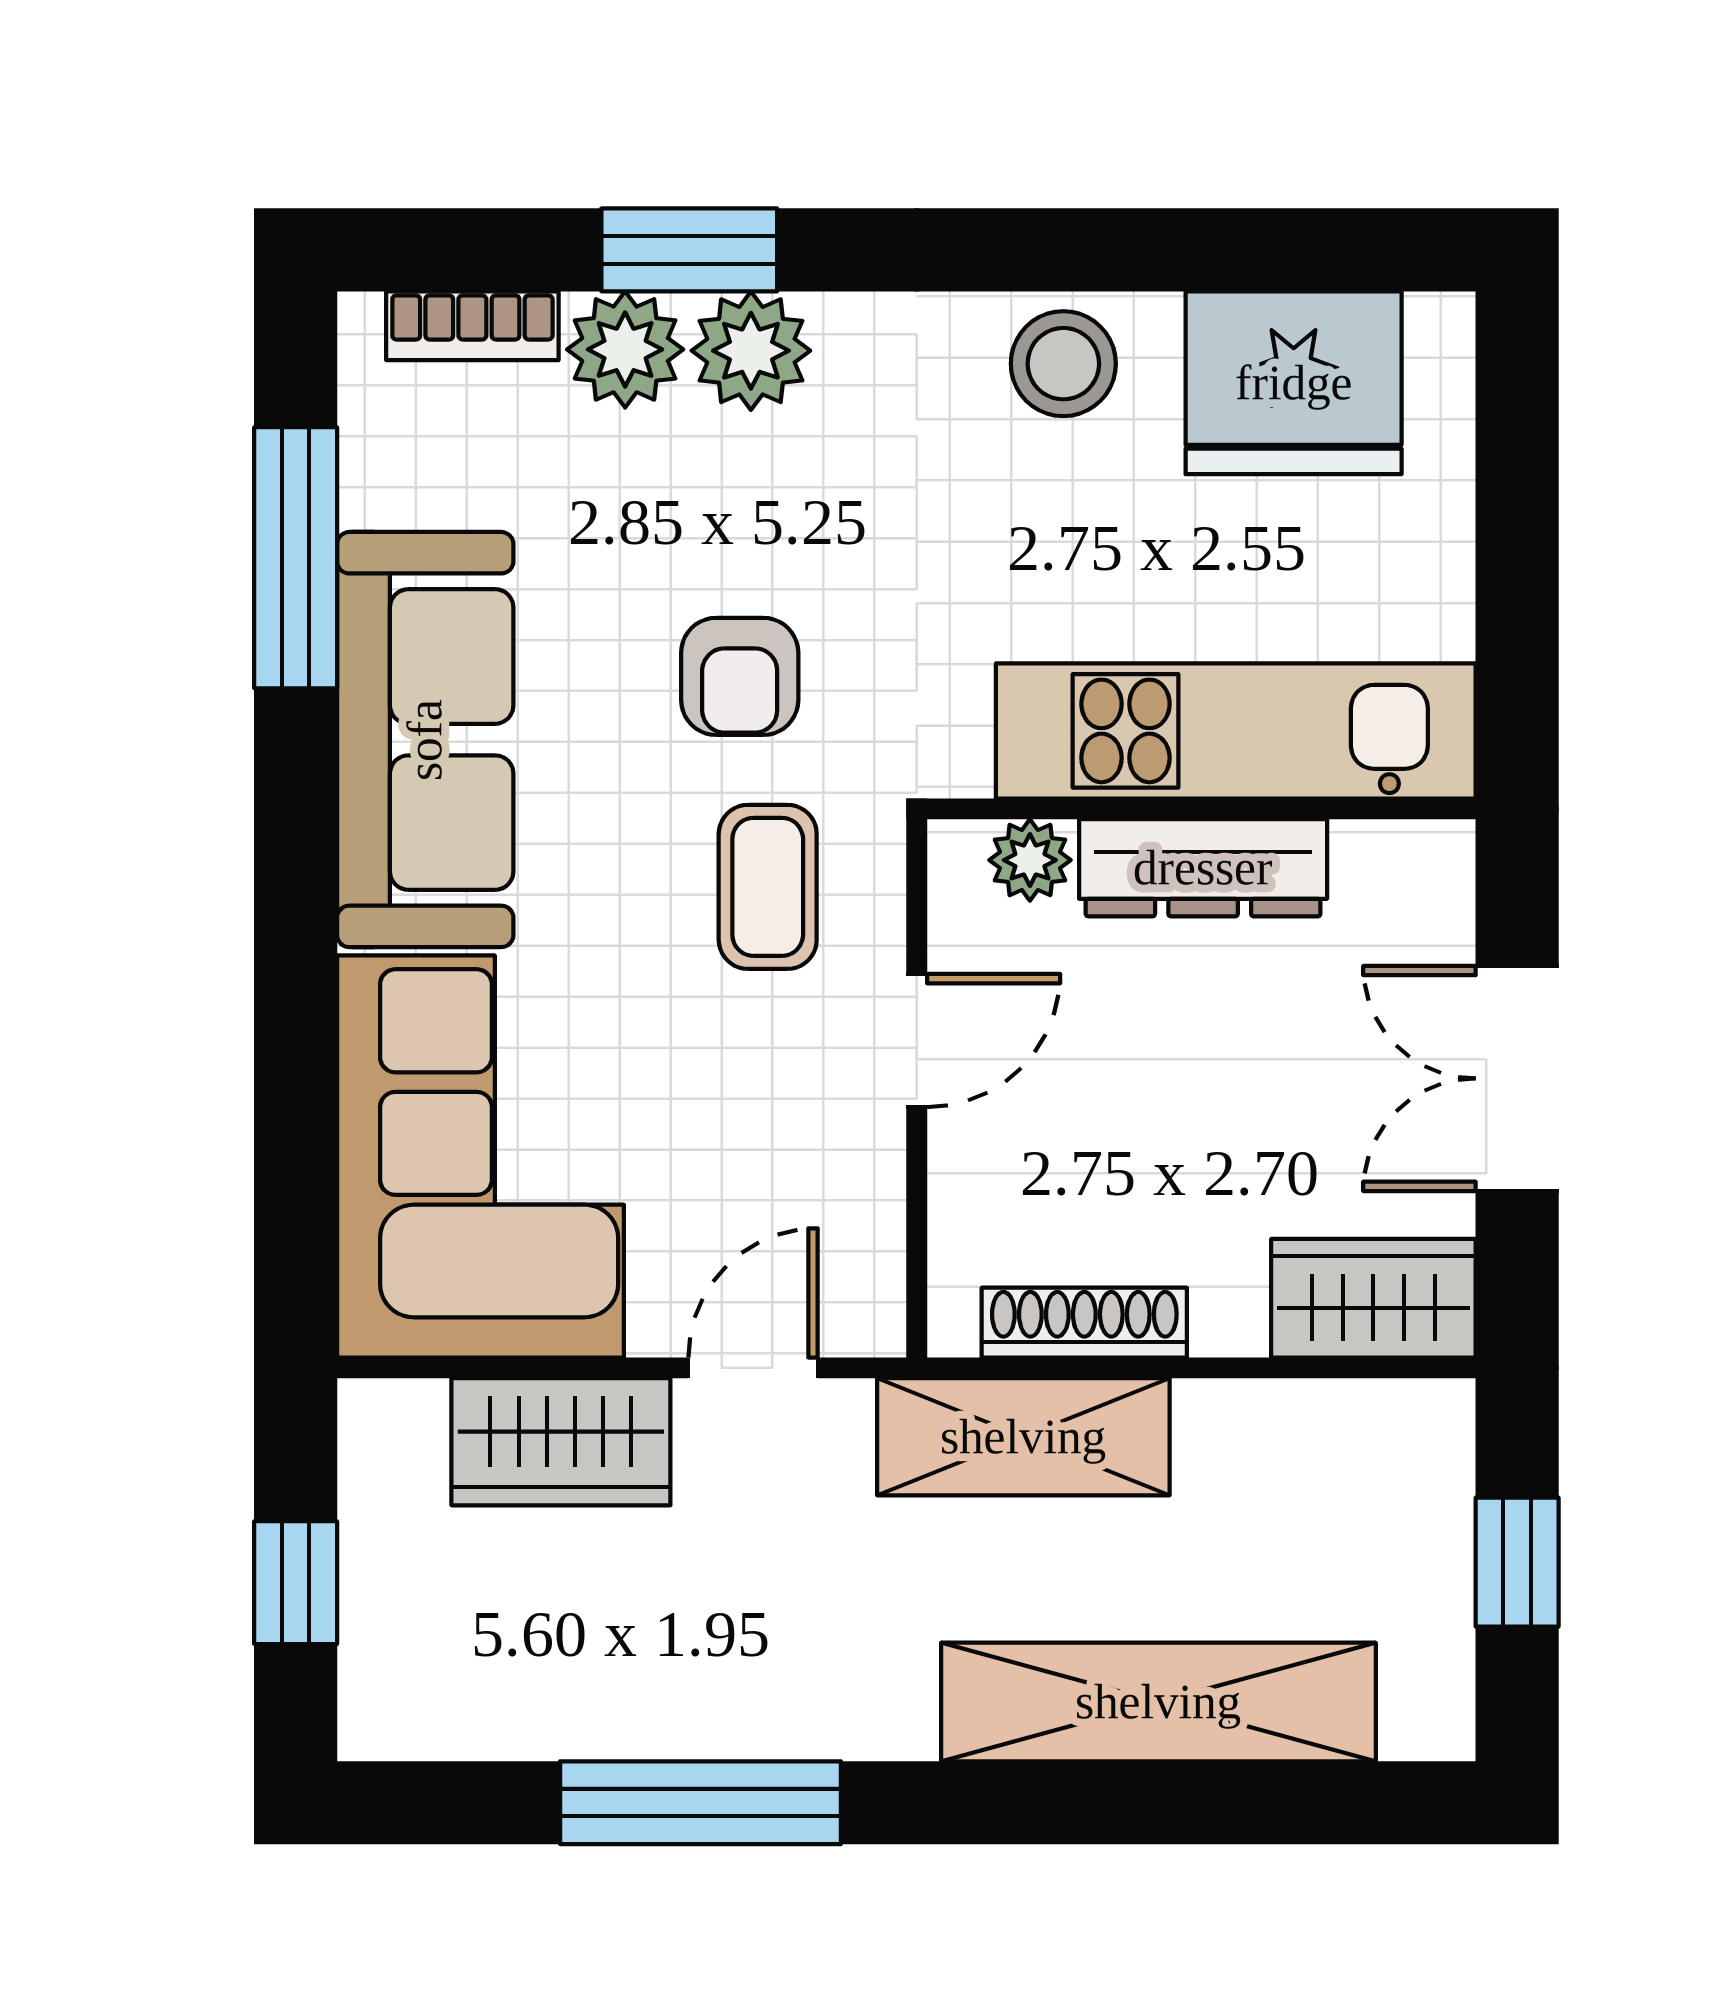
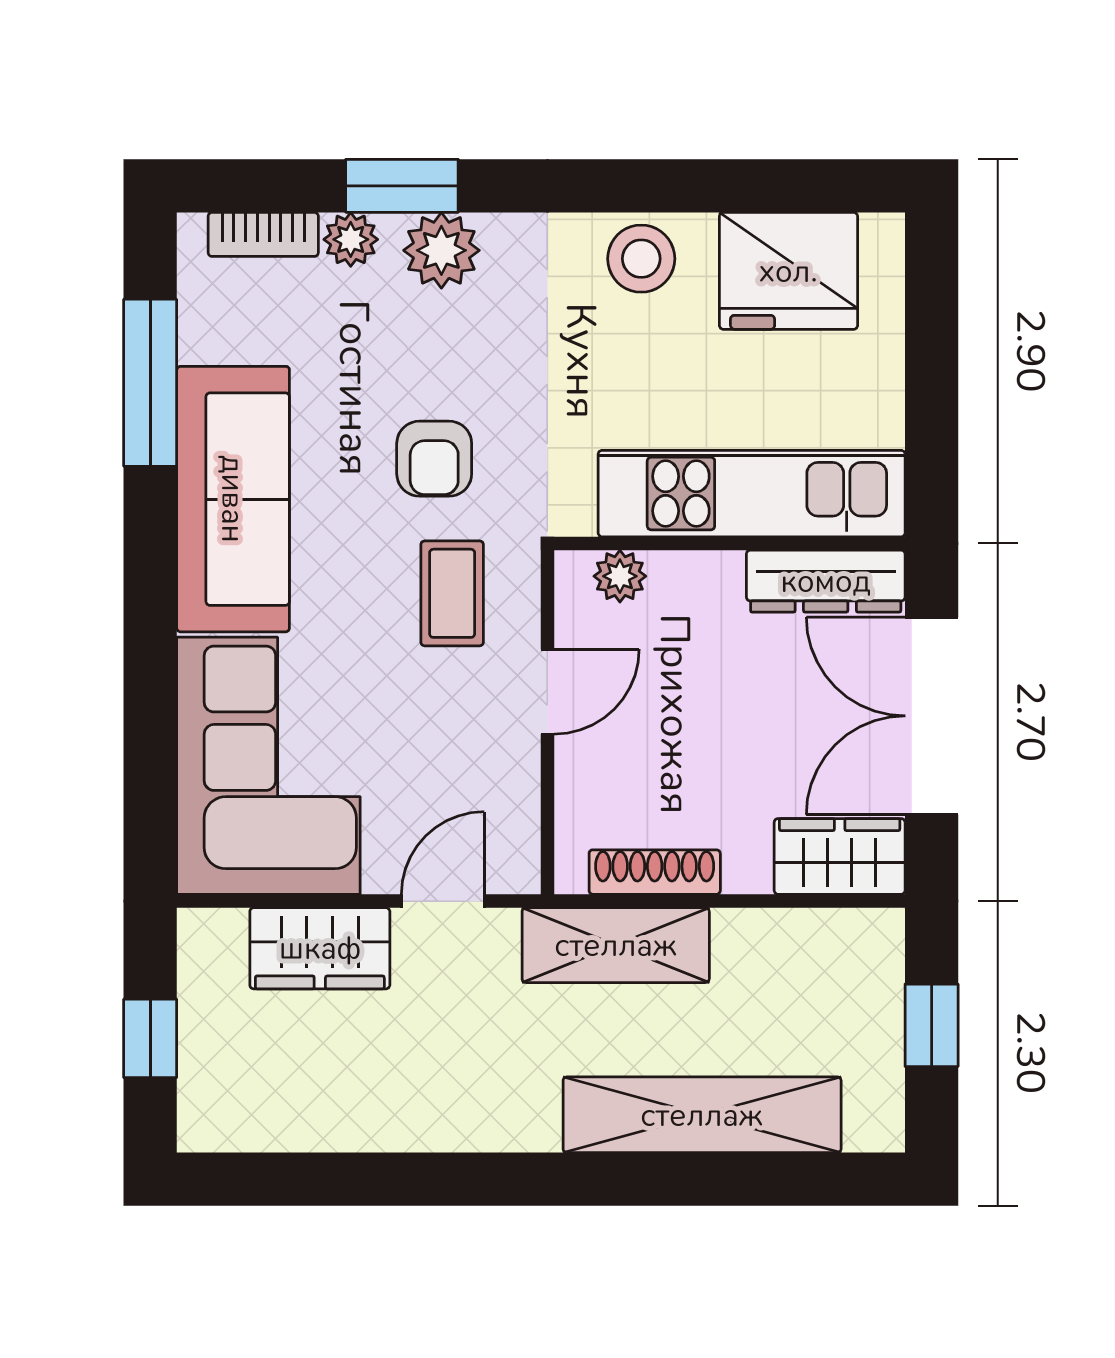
plant: (625, 349) -> (351, 239), width x0.73, depth x0.73
dresser: (1203, 868) -> (826, 581), moved
double door: (1517, 1078) -> (932, 716), width x1.37
window: (701, 1803) -> (409, 1179), removed

